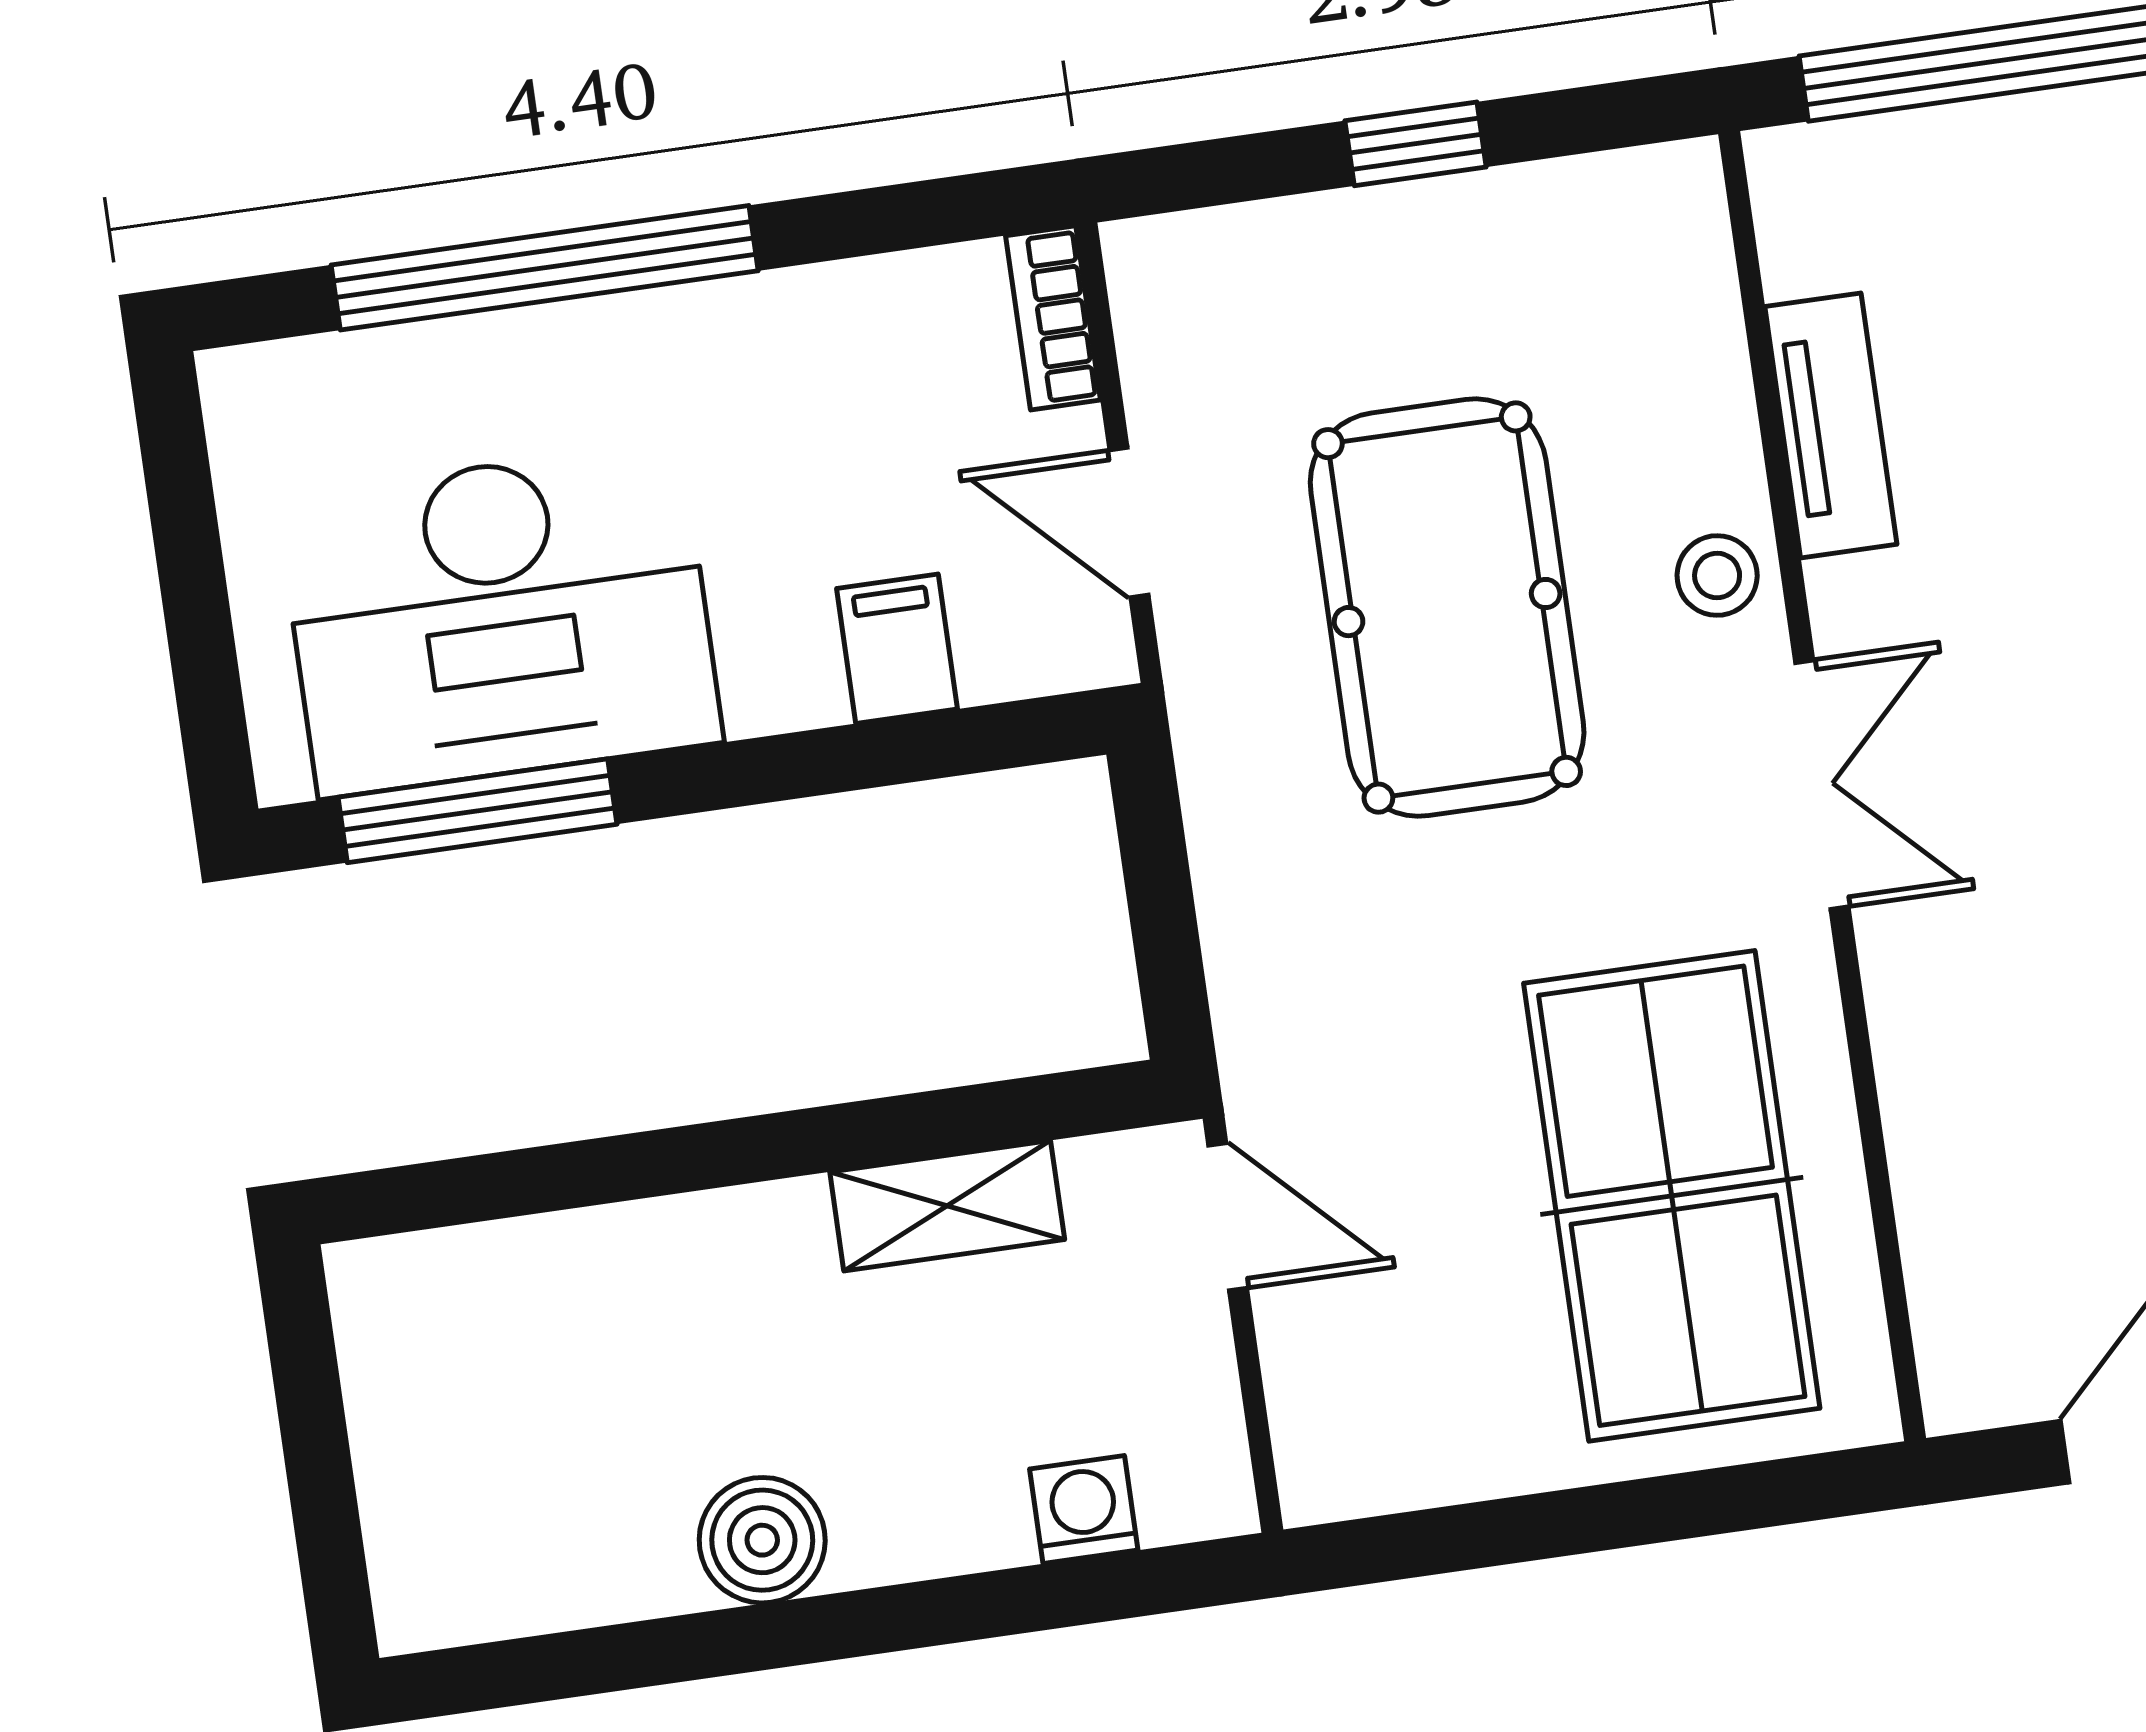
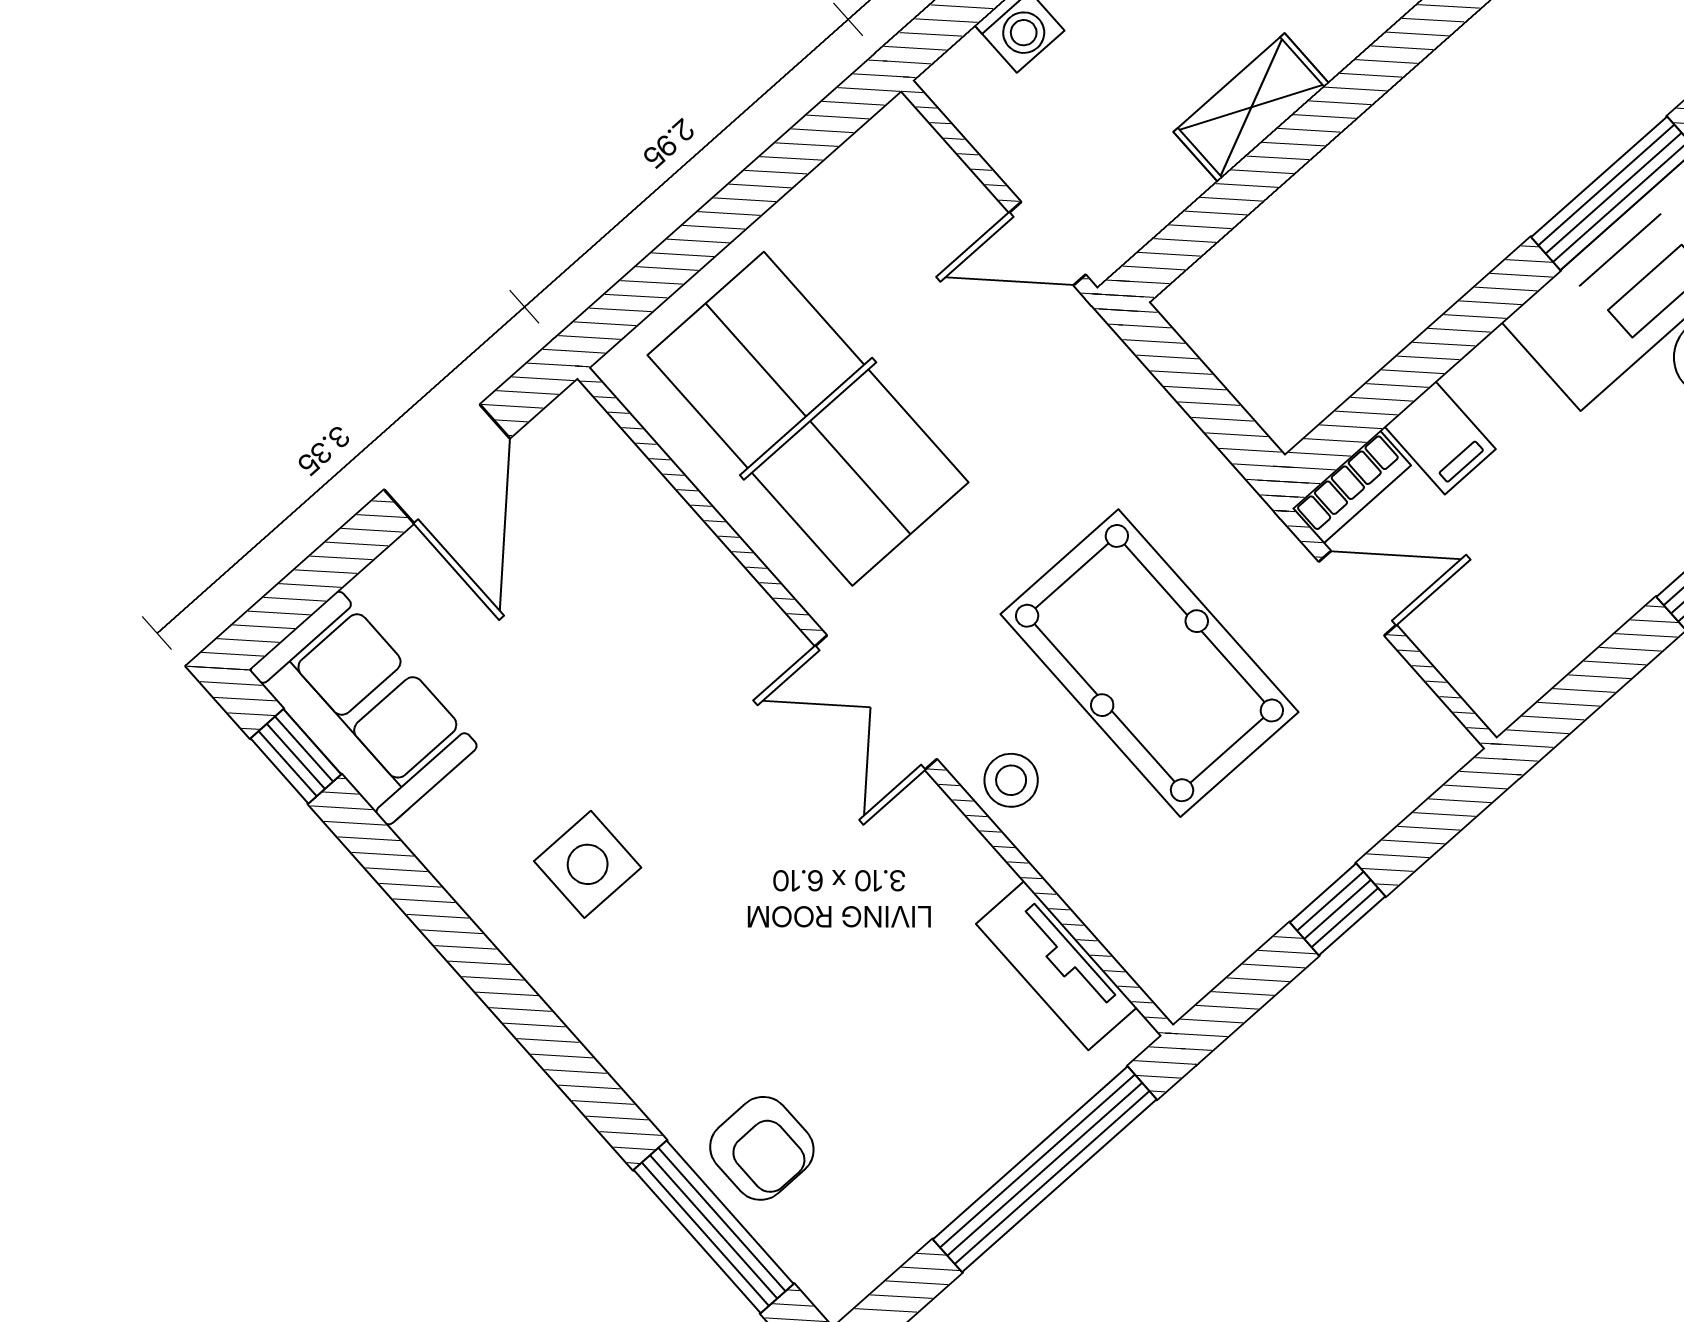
bookcase: (1053, 318) -> (1352, 487), moved, turned 90
tv unit: (1831, 425) -> (1056, 966), moved
shelving: (947, 1206) -> (1251, 108), moved

